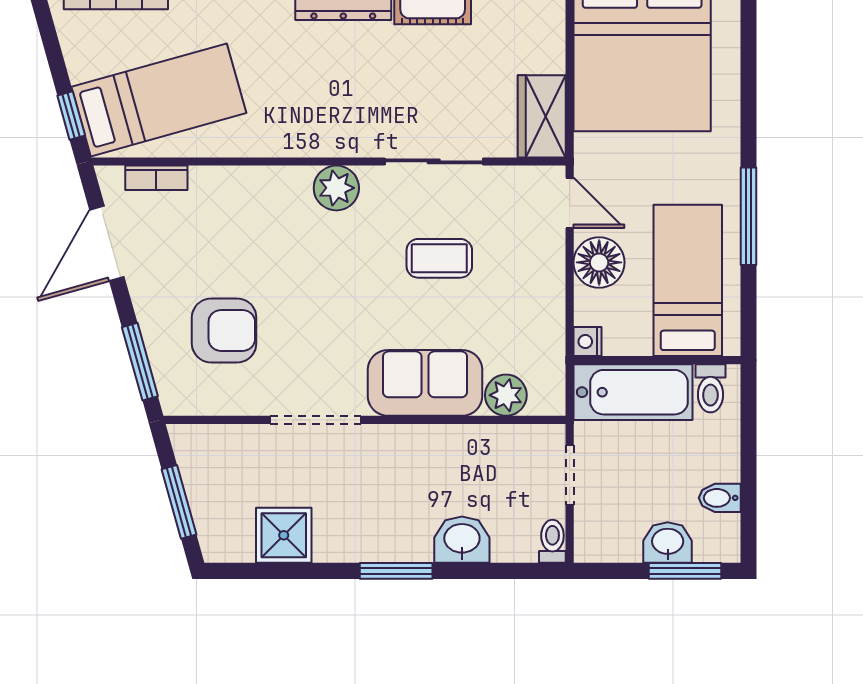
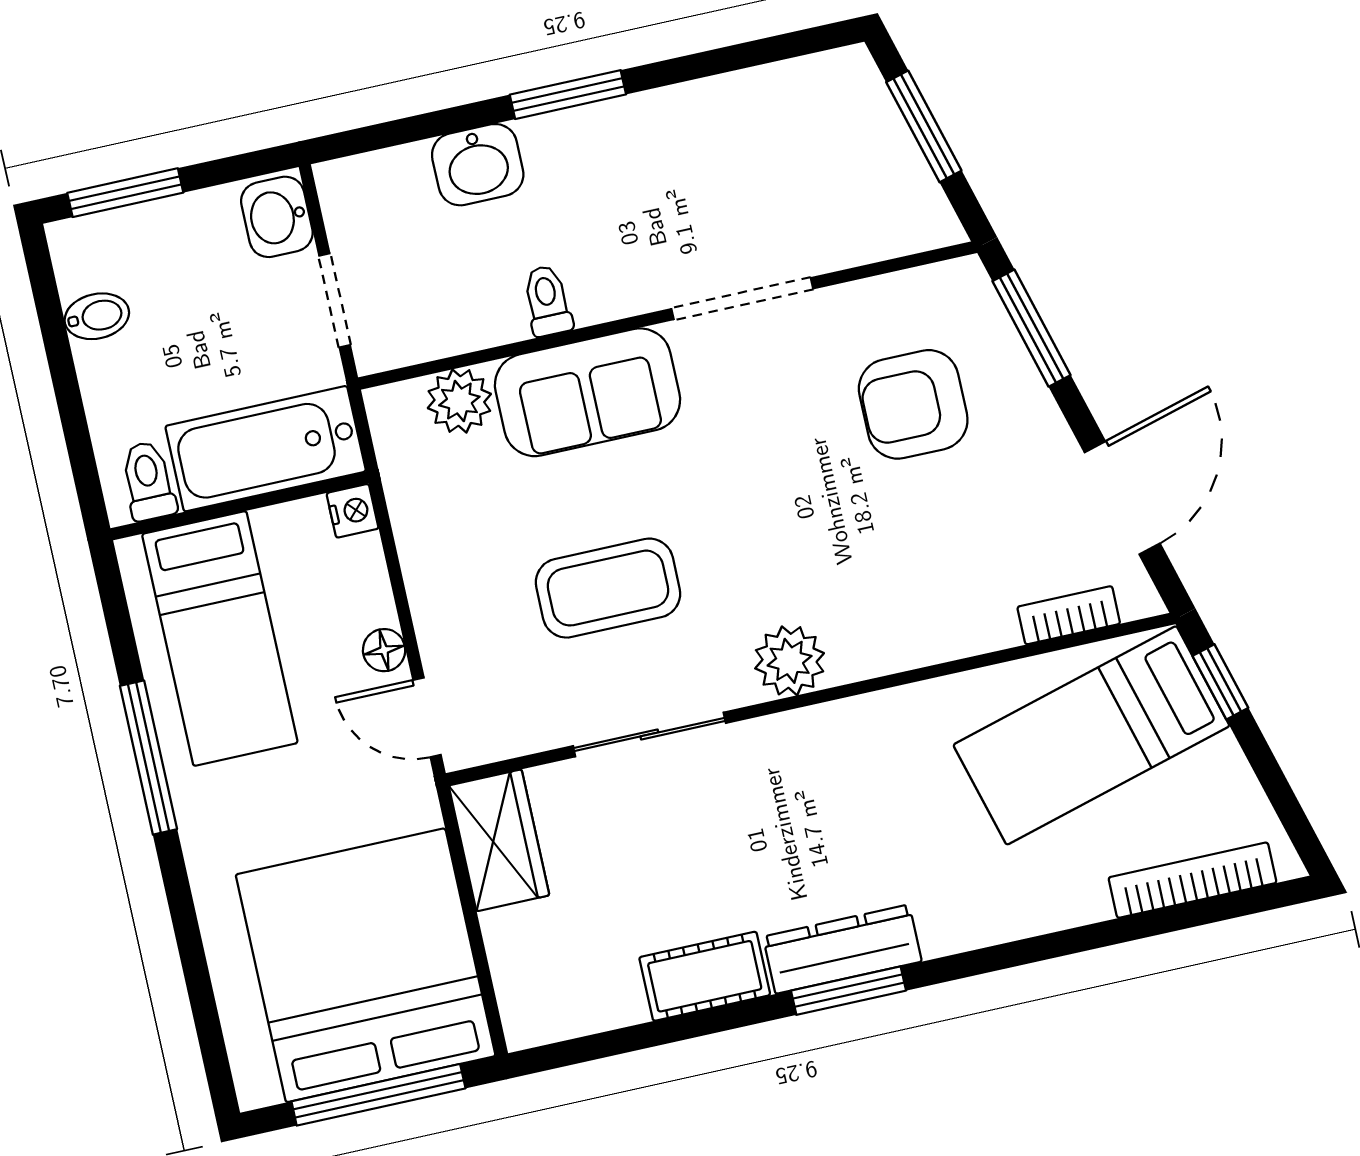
coffee table: (439, 258) -> (608, 588), width x1.36, depth x1.30
floor lamp: (599, 262) -> (384, 650), width x0.53, depth x0.53
shower: (284, 535) -> (752, 111), removed
toilet: (552, 541) -> (547, 301), moved, turned 180
washbasin: (668, 542) -> (277, 217), moved, turned 90

